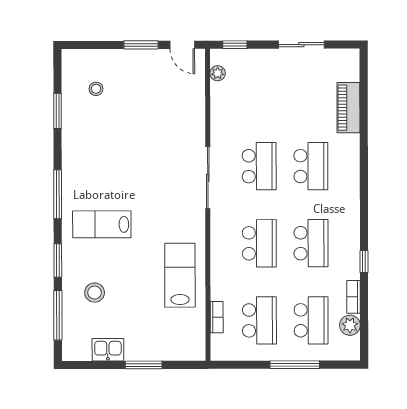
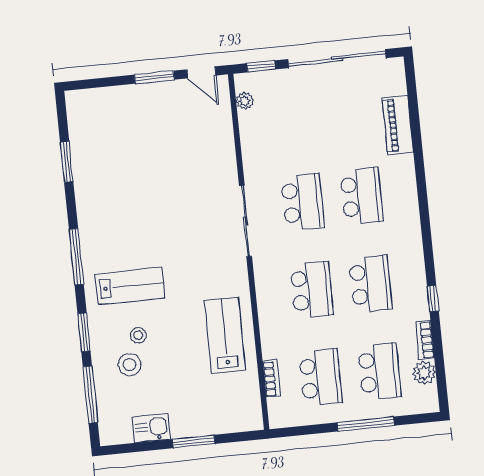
sliding door: (301, 45) -> (337, 59), width x1.86
stool: (96, 89) -> (138, 335), moved
lab bench: (102, 224) -> (130, 286), turned 180

